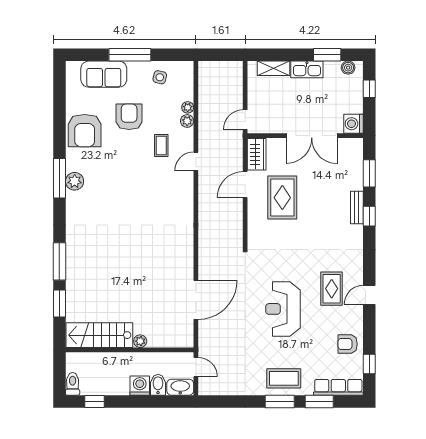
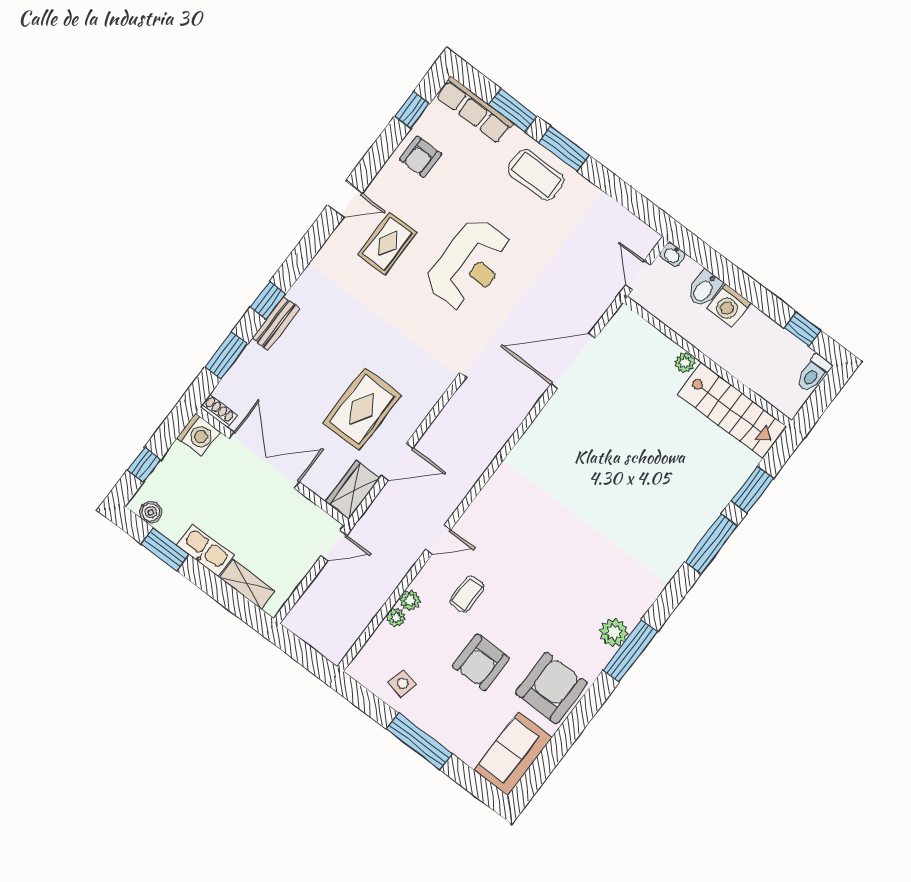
sofa: (104, 74) -> (513, 754), moved, turned -90
shoe rack: (353, 143) -> (218, 411), added
armchair: (348, 344) -> (420, 157), turned 90
washbasin: (180, 387) -> (672, 255), width x0.52, depth x0.69

